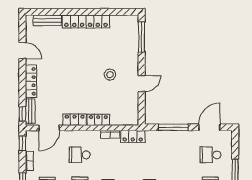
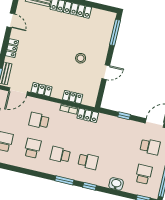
locker: (31, 81) -> (12, 48), width x0.66
locker: (98, 120) -> (73, 97), moved
window: (173, 127) -> (124, 116), width x0.46
school desk: (210, 155) -> (150, 147), turned 180

